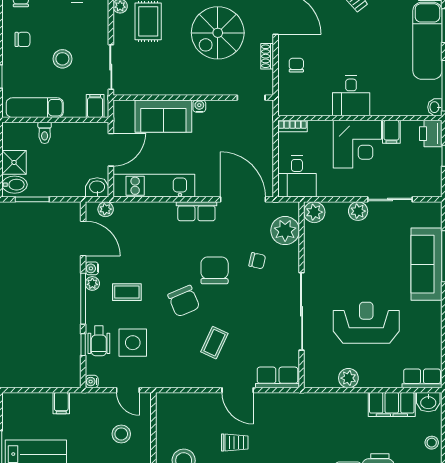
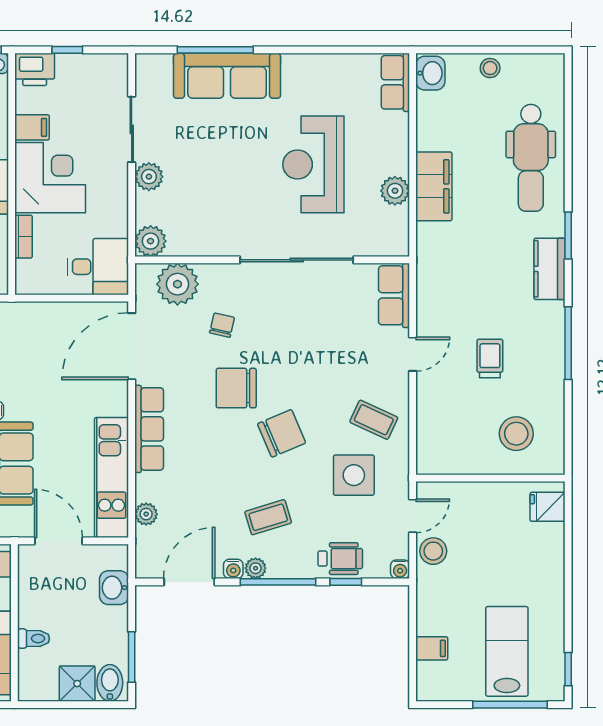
bookcase: (292, 126) -> (24, 237), moved
washbasin: (97, 187) -> (114, 588), moved
plant: (106, 209) -> (146, 514), moved
row of seats: (196, 211) -> (149, 429), width x1.48
coffee table: (127, 292) -> (268, 517), turned 73
side table: (133, 343) -> (354, 475), moved
coffee table: (214, 343) -> (374, 420), moved
door: (238, 390) -> (413, 354), width x0.73
filing cabinet: (61, 403) -> (432, 648), moved
filing cabinet: (392, 404) -> (434, 186), moved
stool: (121, 434) -> (433, 551), moved

